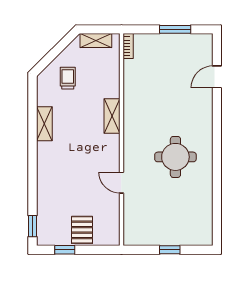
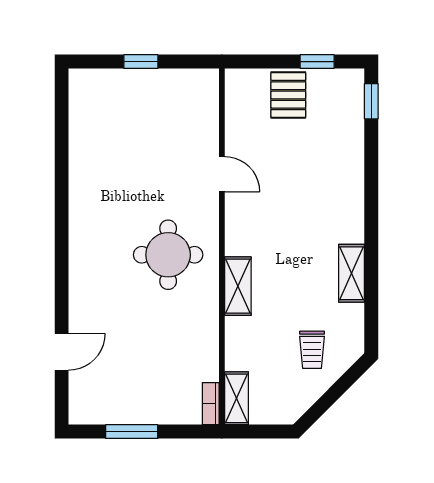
shelving: (96, 41) -> (237, 398), moved, turned 90
round table: (175, 157) -> (168, 255), moved

